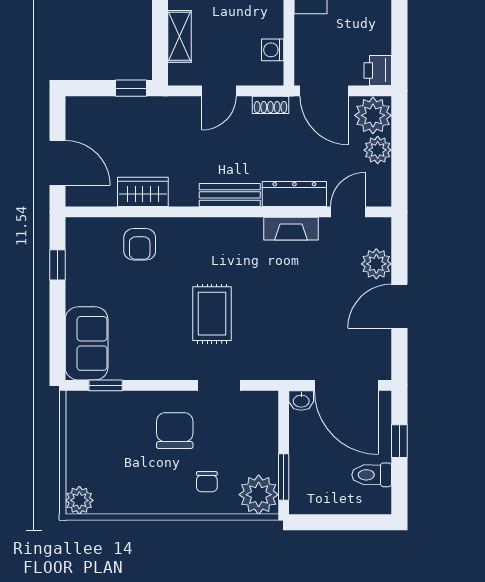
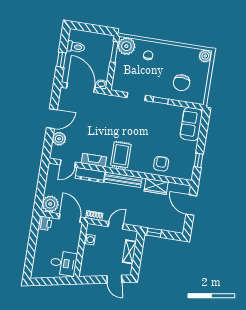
plant: (378, 150) -> (51, 188), removed
bench: (230, 195) -> (123, 180), width x1.36
rug: (212, 314) -> (121, 155), moved
window: (106, 385) -> (161, 100), moved
chair: (175, 431) -> (181, 83), moved

